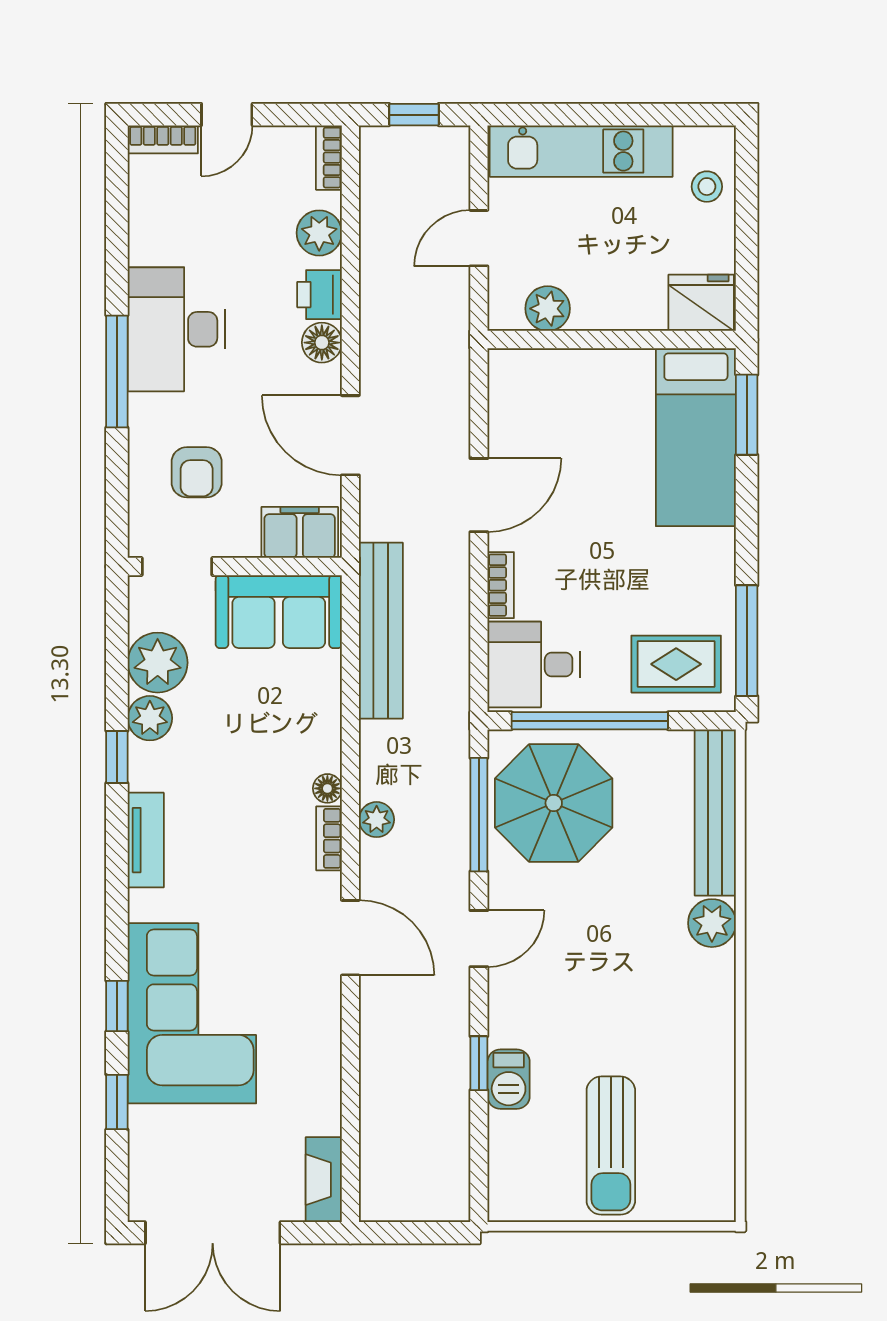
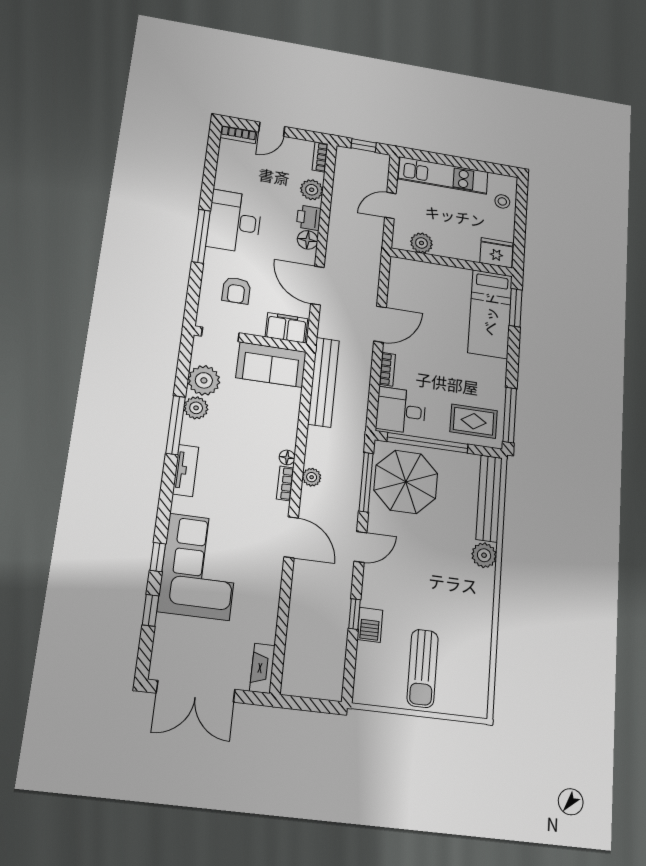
window: (117, 757) -> (176, 425), width x2.17

